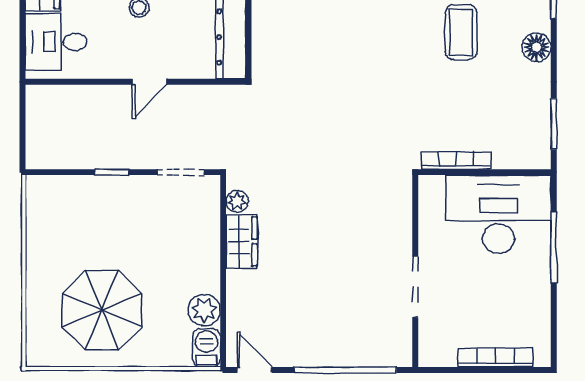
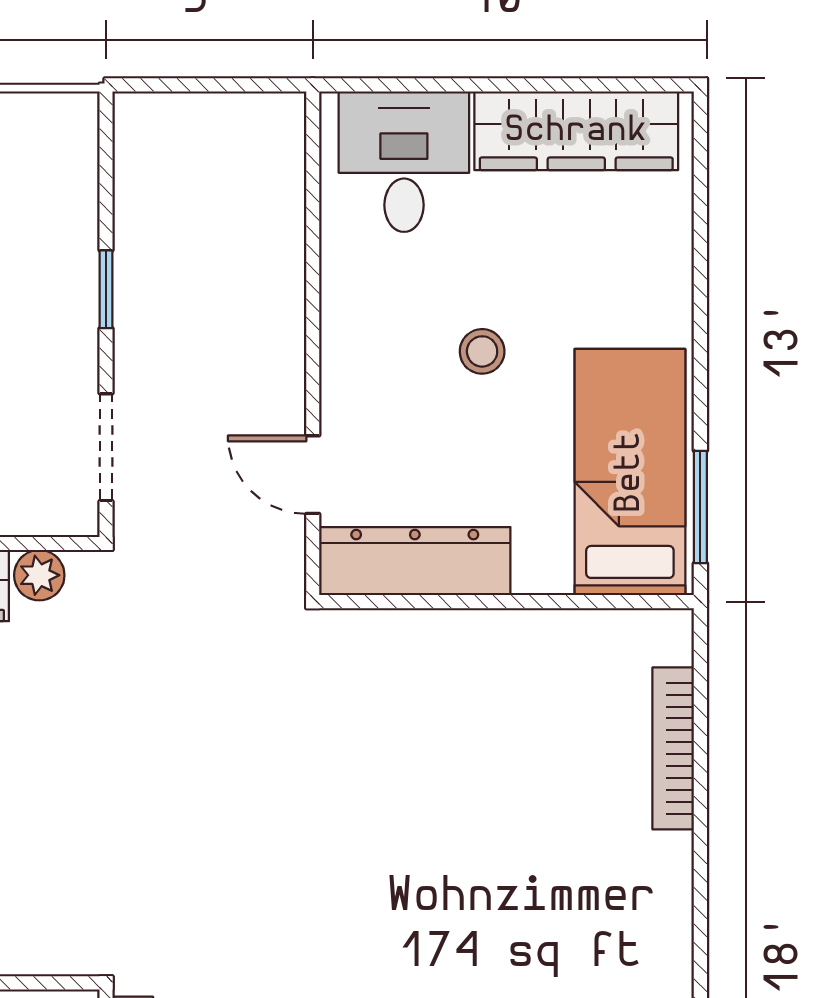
door: (150, 82) -> (313, 475), moved

